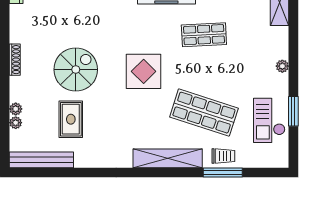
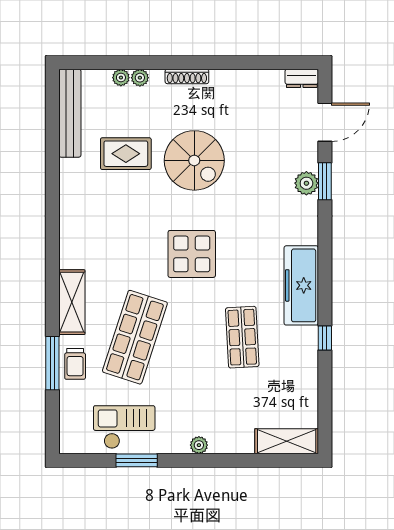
shoe rack: (15, 60) -> (187, 76), moved
shelving: (168, 158) -> (72, 302), width x0.68

